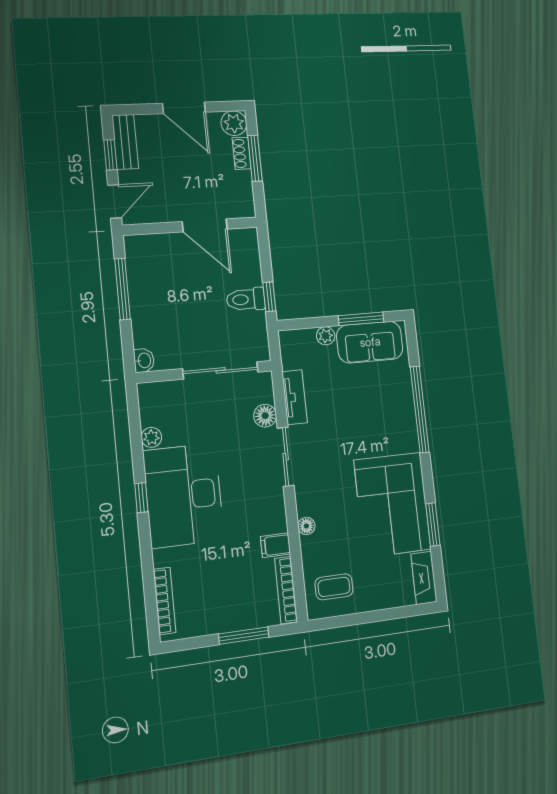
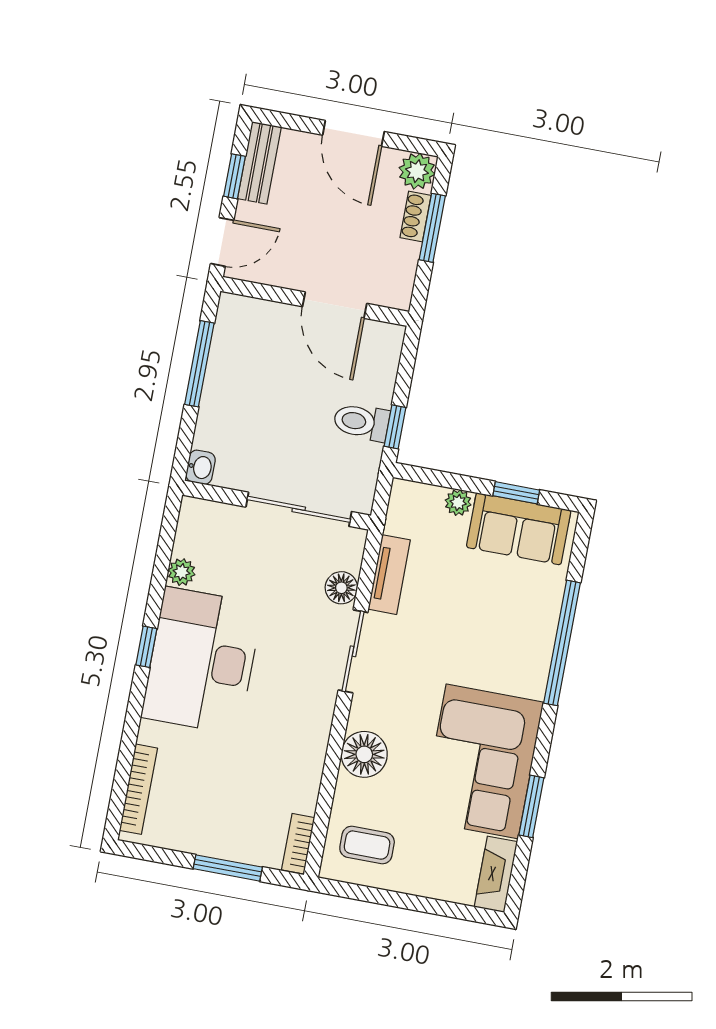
window: (361, 319) -> (516, 493), width x0.67
floor lamp: (306, 526) -> (364, 754), width x1.89, depth x1.89
filing cabinet: (276, 545) -> (304, 765), removed
bookcase: (286, 590) -> (298, 844), width x0.64

